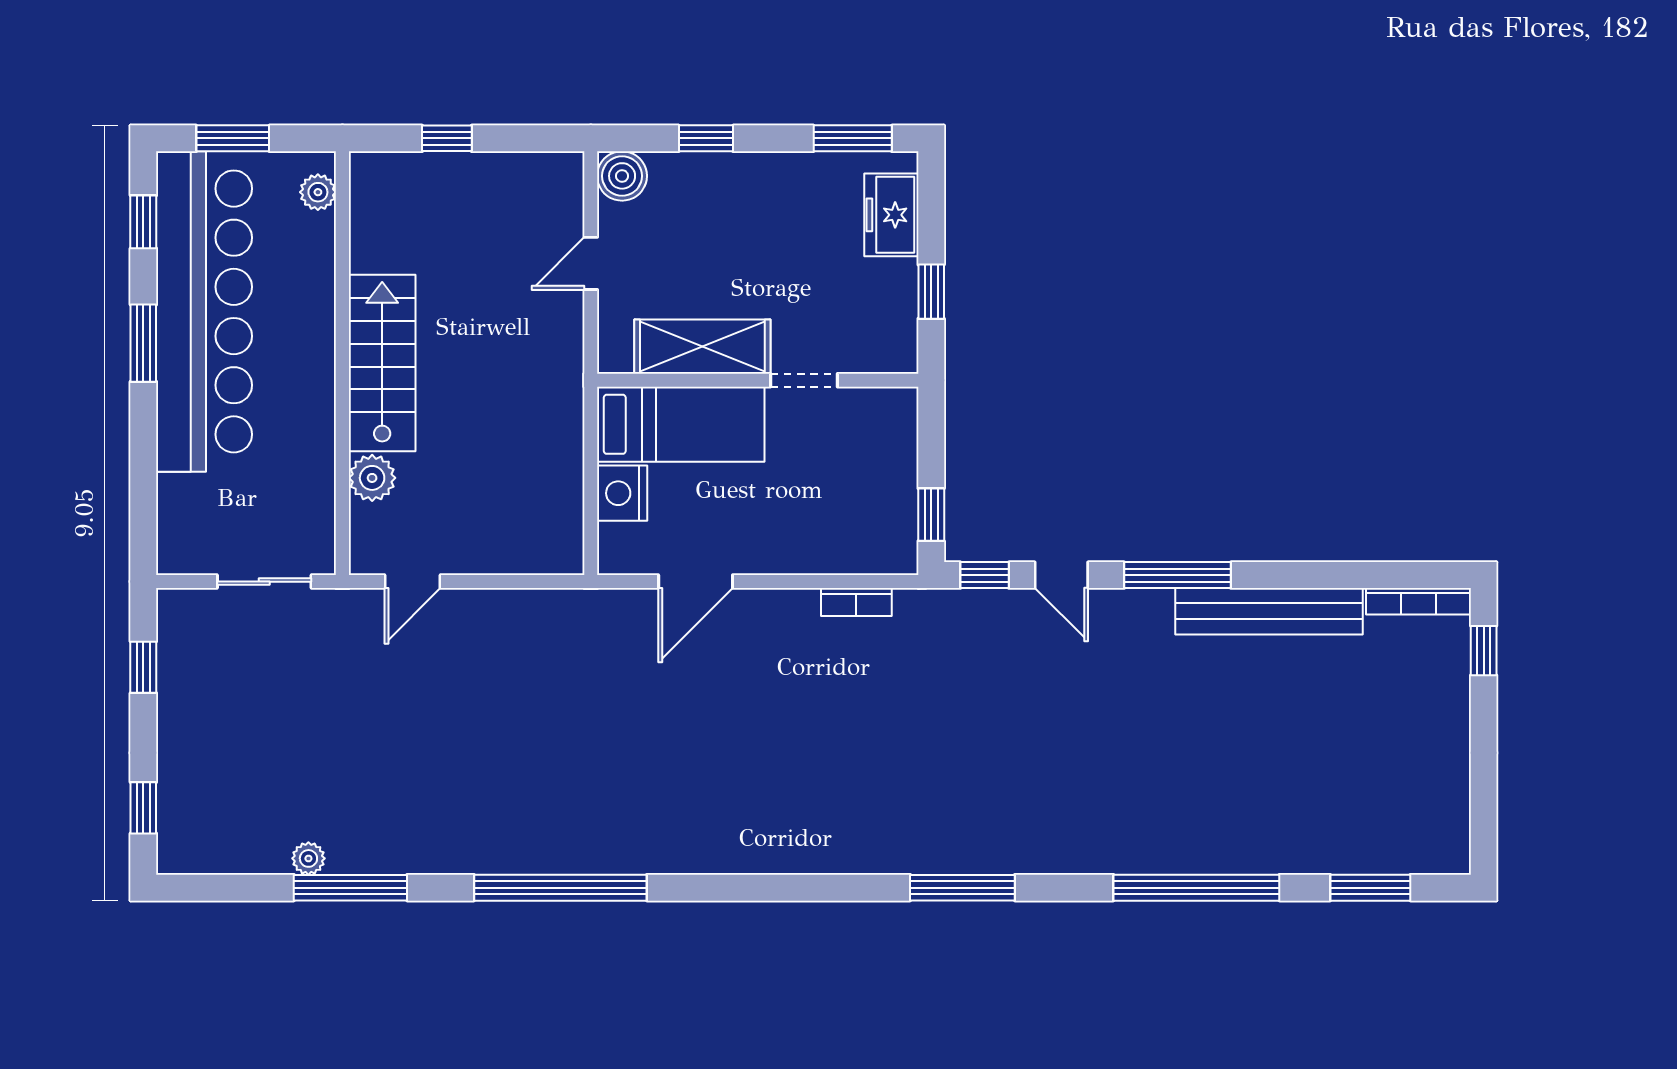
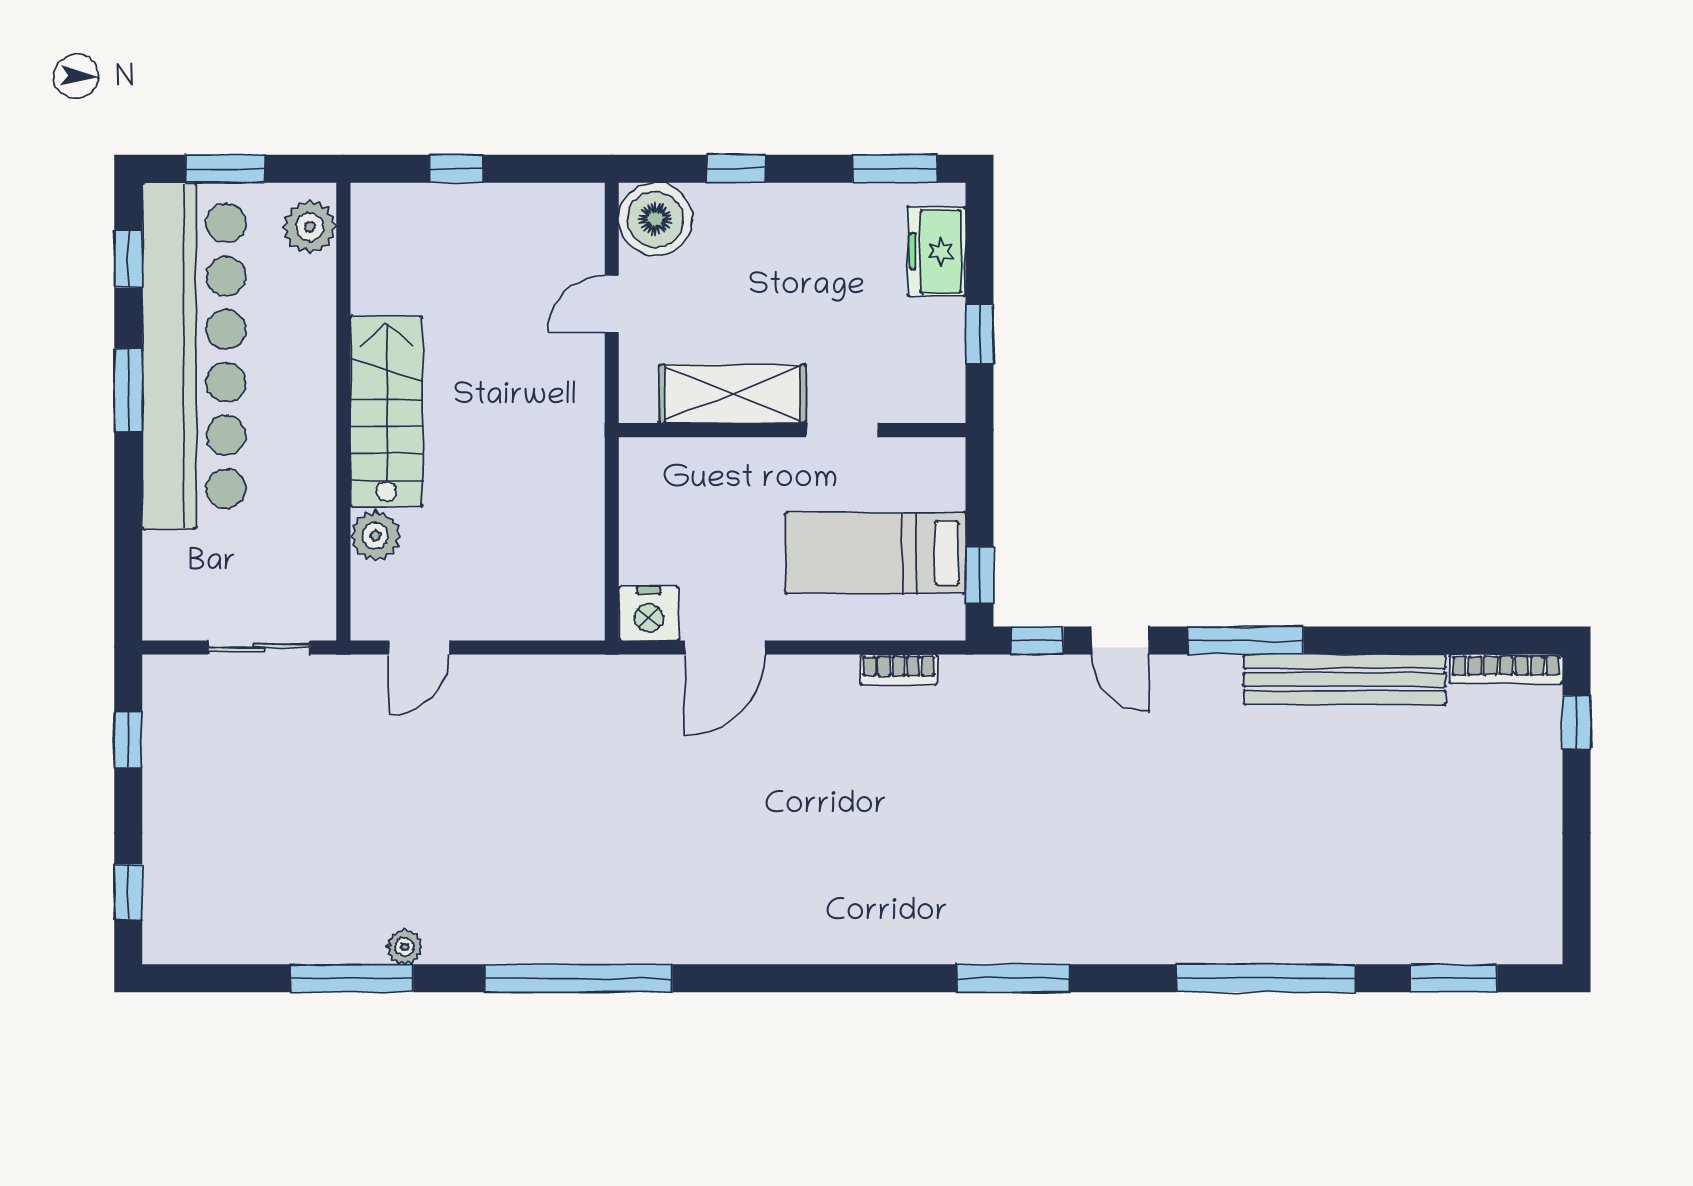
boiler: (622, 176) -> (655, 219), width x1.37, depth x1.37
plant: (318, 192) -> (310, 227), width x1.38, depth x1.38
bed: (681, 424) -> (875, 553), moved, turned 180
nightstand: (622, 493) -> (649, 614), moved, turned -90
plant: (308, 858) -> (405, 947), moved

